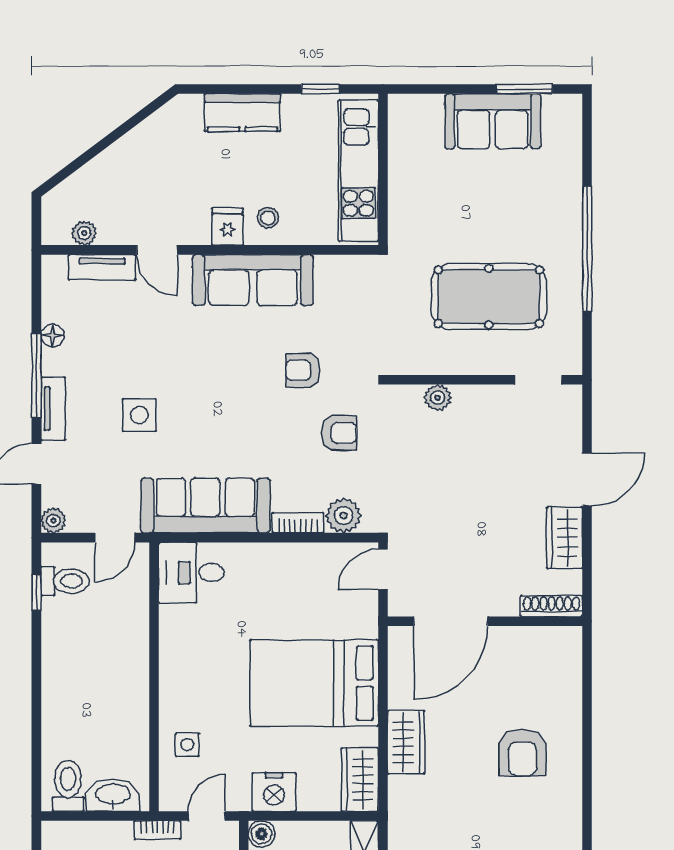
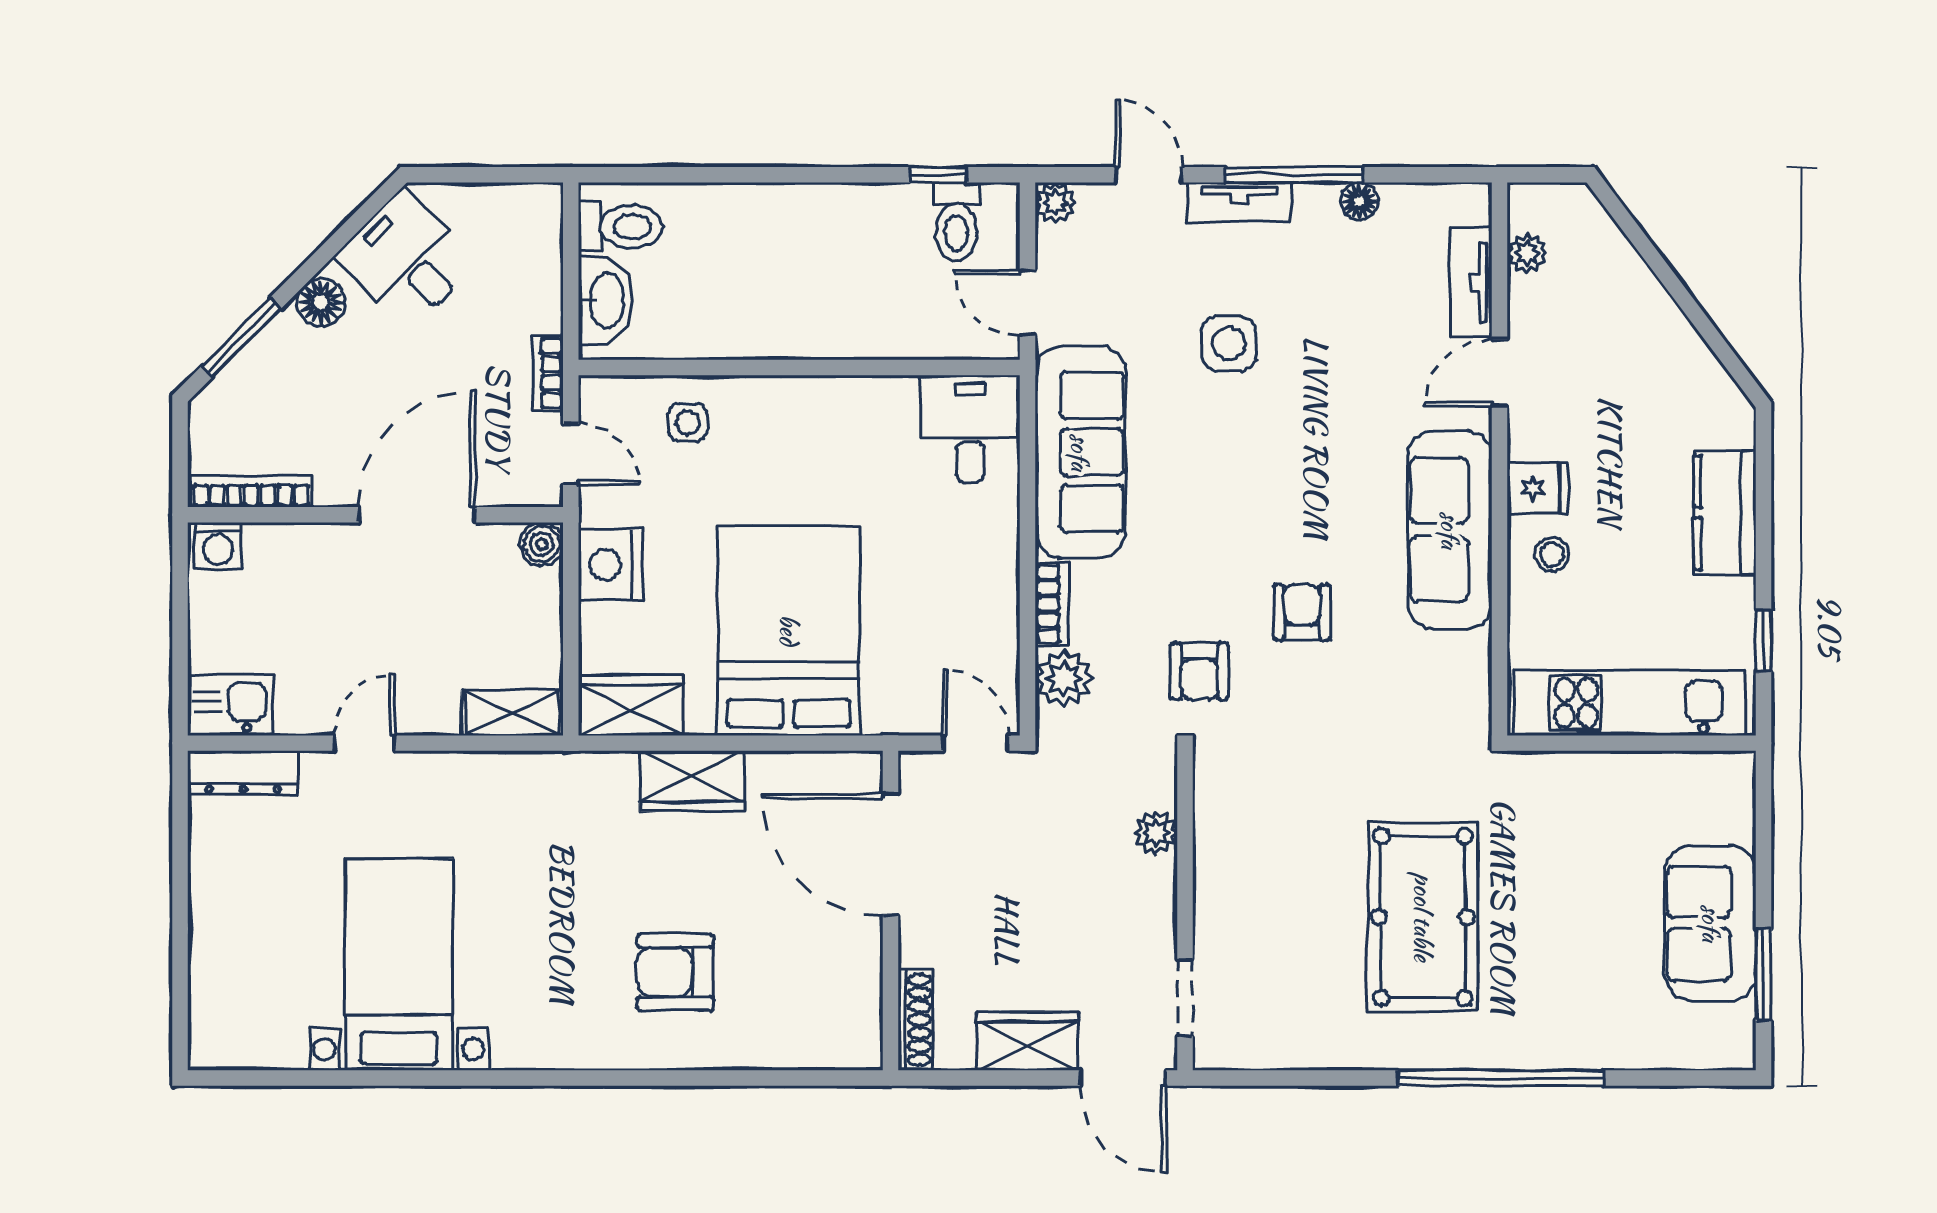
wall: (485, 380) -> (1185, 911), moved
doorway: (538, 380) -> (1185, 998), moved
plant: (438, 398) -> (1156, 833), moved

